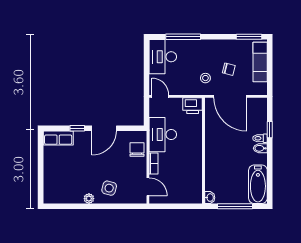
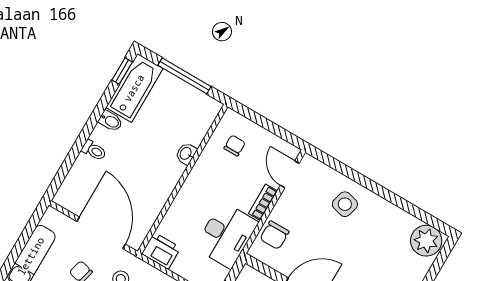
window: (270, 130) -> (122, 71), moved
bidet: (260, 148) -> (111, 121), moved
chair: (186, 185) -> (235, 145), added
washbasin: (210, 198) -> (186, 154), moved
plant: (89, 199) -> (426, 241), moved, width x1.88, depth x1.88

